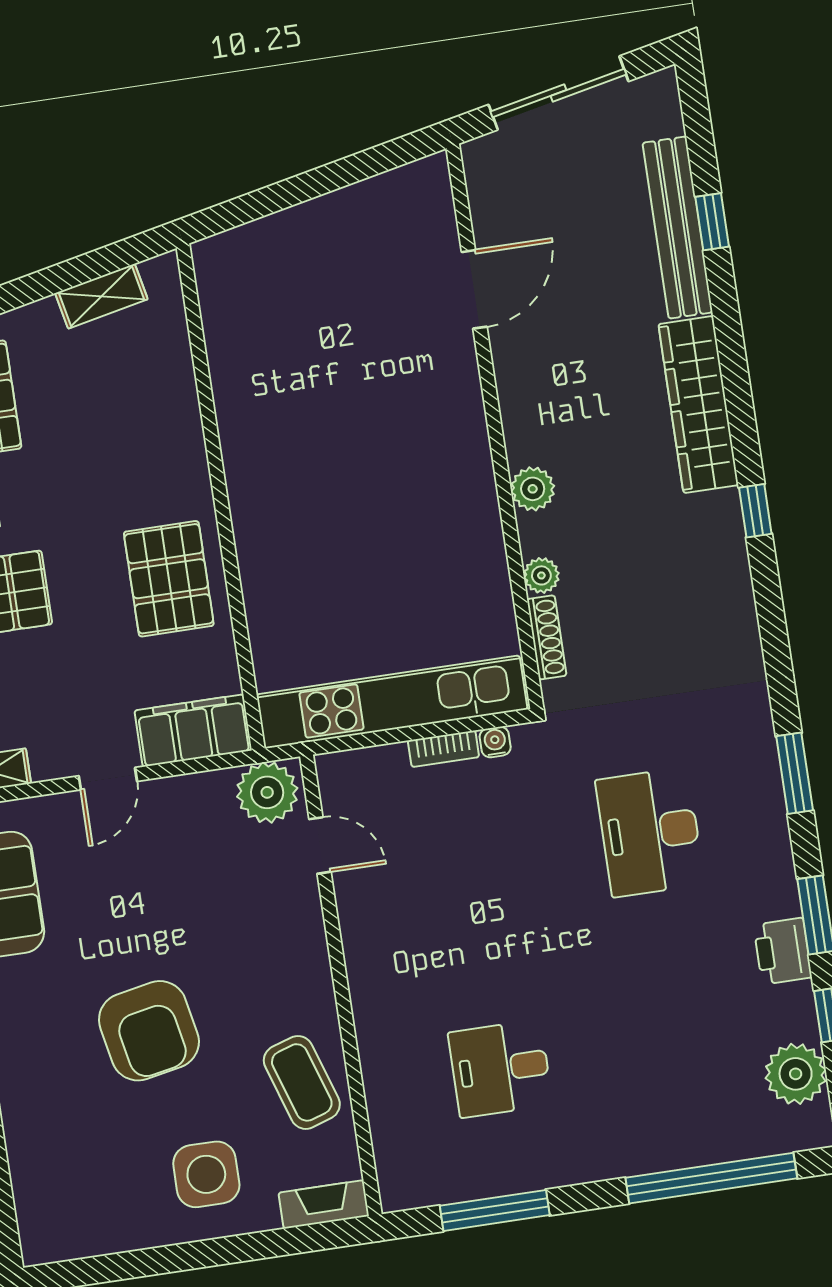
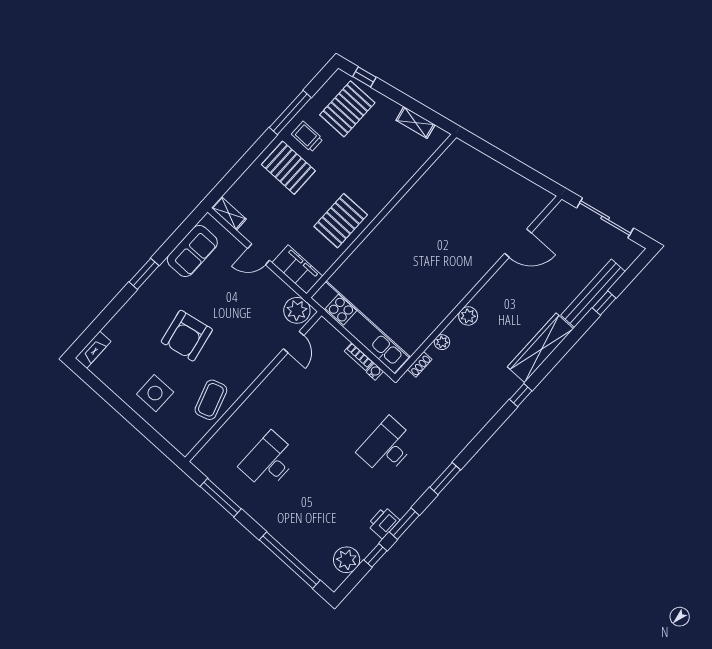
shoe rack: (547, 637) -> (420, 364), width x0.70
desk: (500, 1069) -> (269, 461), width x1.37
fireplace: (324, 1204) -> (93, 350), moved, turned 90

